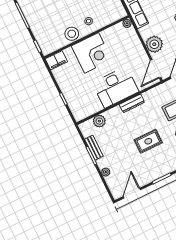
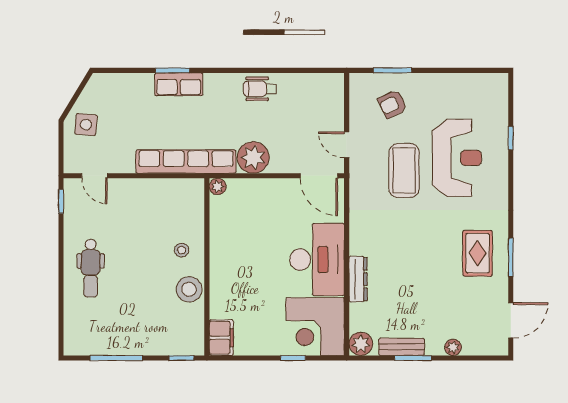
plant: (154, 44) -> (253, 157), moved
corner desk: (92, 53) -> (315, 327), moved, turned 180
dresser: (132, 103) -> (358, 279), moved
plant: (99, 121) -> (361, 344), moved
rug: (148, 141) -> (478, 253), moved
door: (132, 193) -> (511, 320), swing flipped

